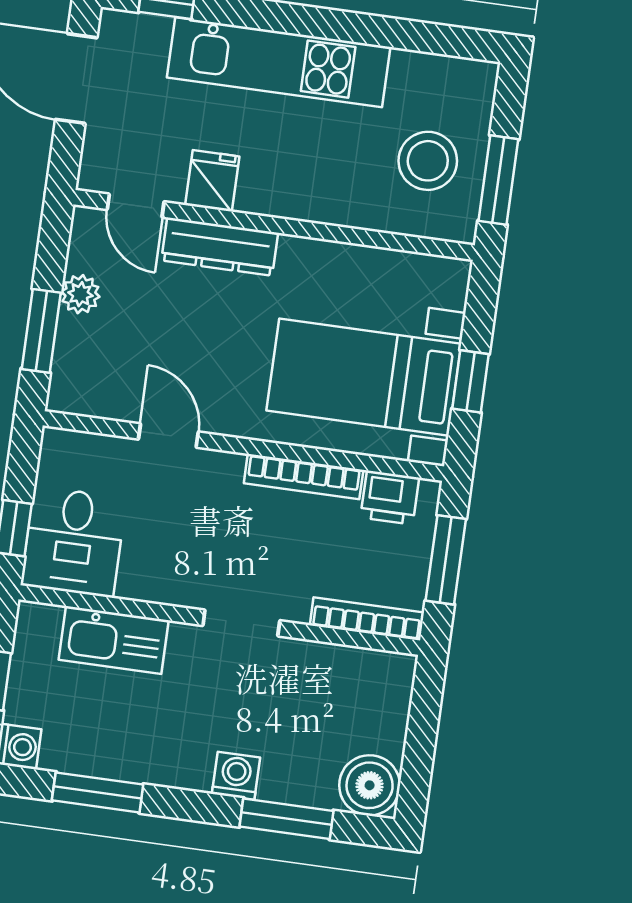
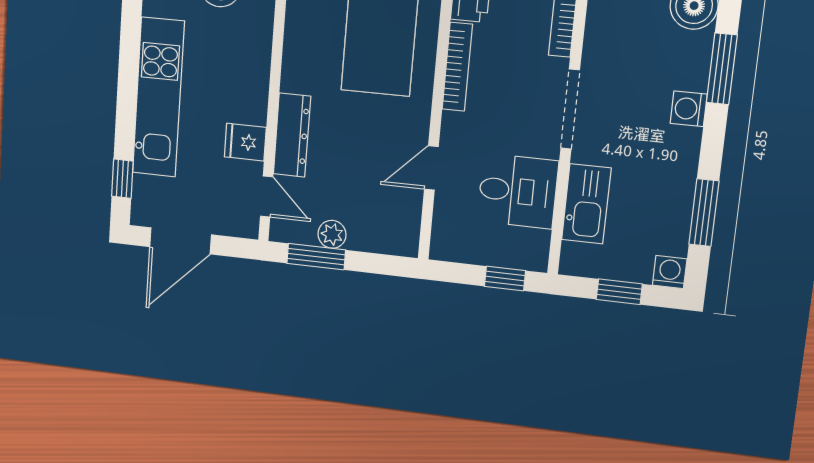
door: (136, 206) -> (267, 197), hinge flipped
window: (41, 331) -> (316, 257), moved
desk: (74, 542) -> (518, 191), moved
doorway: (241, 623) -> (570, 109), width x1.38

